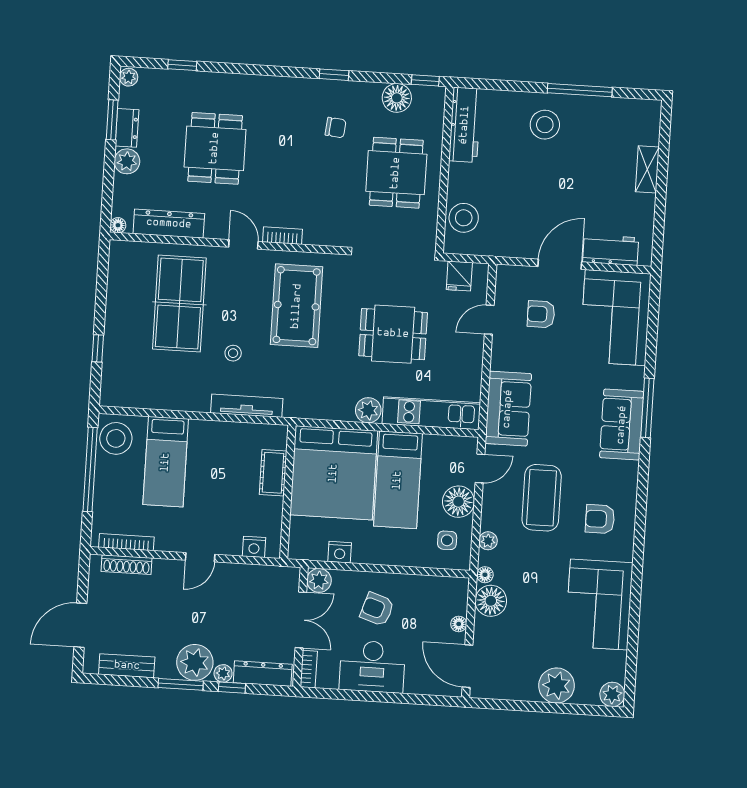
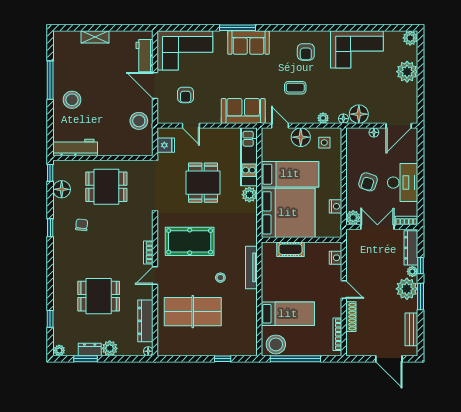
stool: (464, 218) -> (139, 121), moved
coffee table: (542, 498) -> (295, 88), width x0.54, depth x0.58
shoe rack: (127, 565) -> (351, 317), moved

